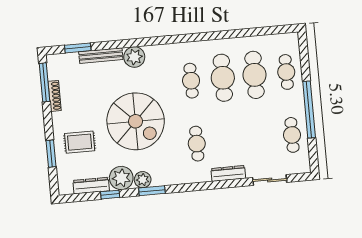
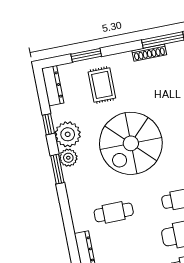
dresser: (91, 186) -> (53, 86), moved

